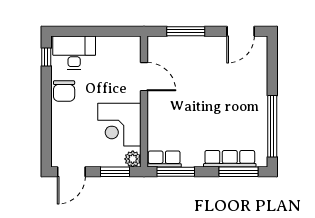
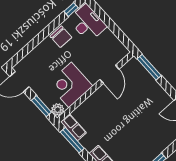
window: (186, 31) -> (149, 67), moved
chair: (64, 91) -> (61, 37), turned -90

